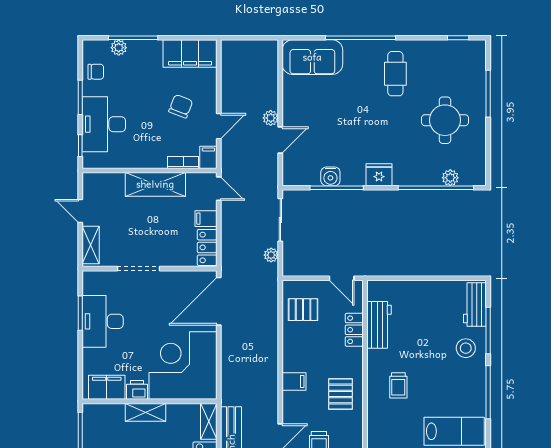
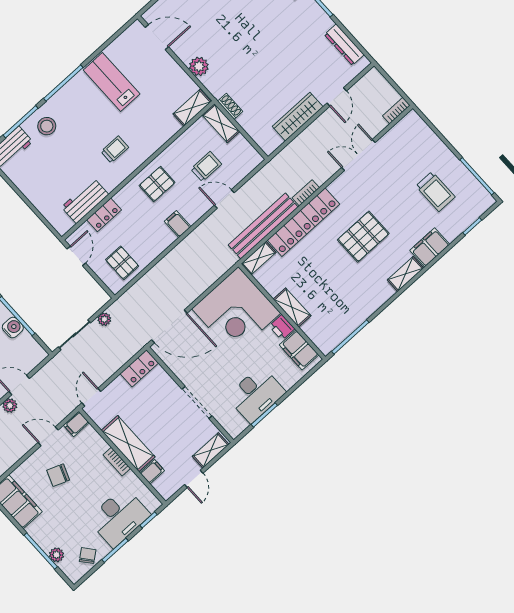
chair: (96, 72) -> (88, 556), turned 51
bookcase: (183, 162) -> (117, 462), moved
filing cabinet: (206, 219) -> (152, 472), moved, turned -90

